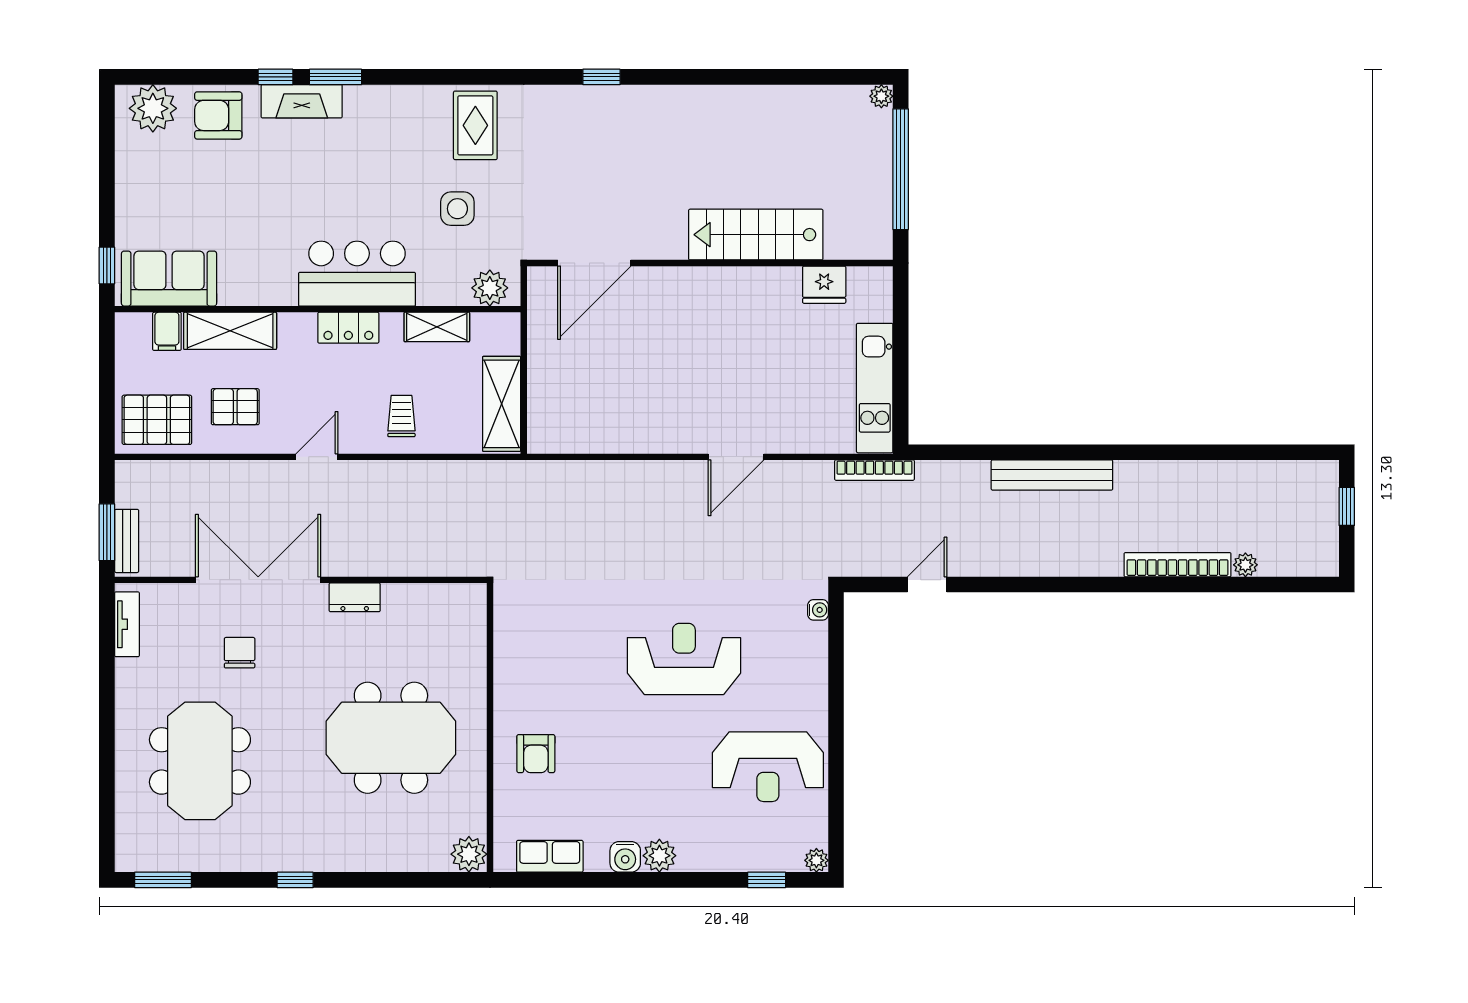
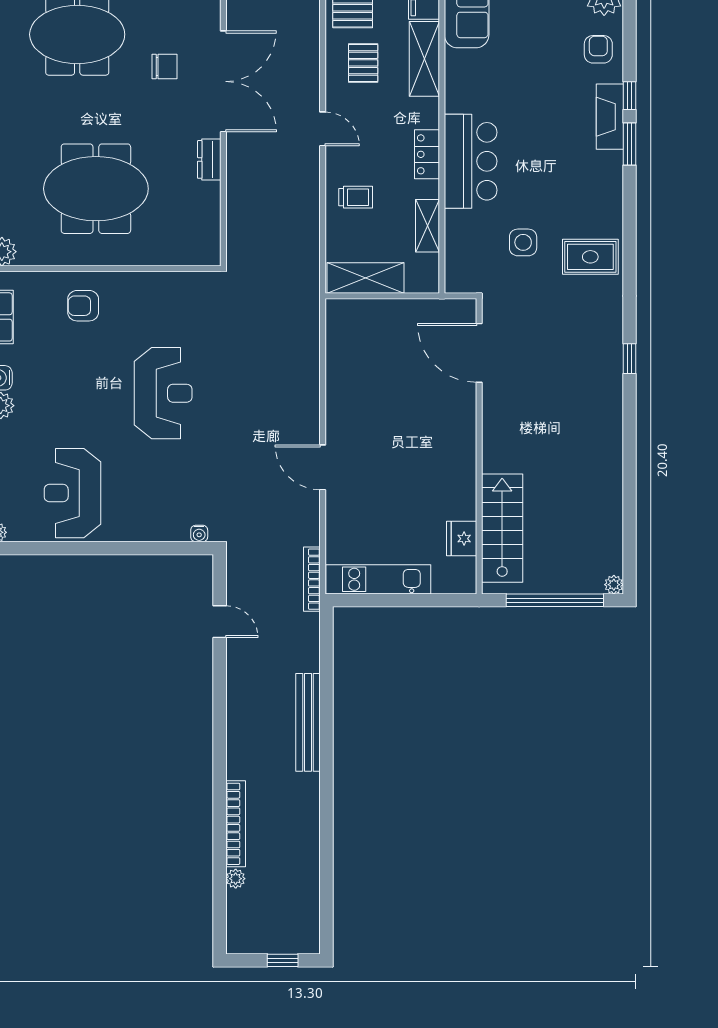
armchair: (218, 115) -> (598, 49), width x0.72, depth x0.72
stairs: (756, 235) -> (502, 528), moved
plant: (490, 288) -> (459, 268), removed
reception desk: (684, 659) -> (163, 393), moved
meeting table: (391, 738) -> (96, 189), turned 90

